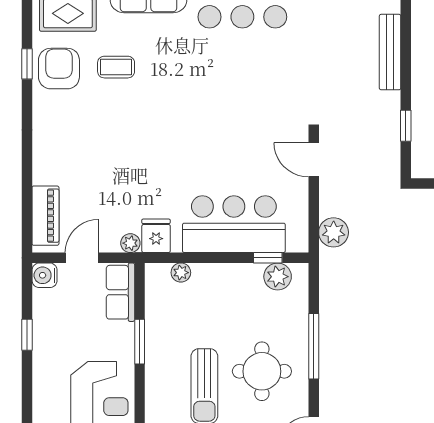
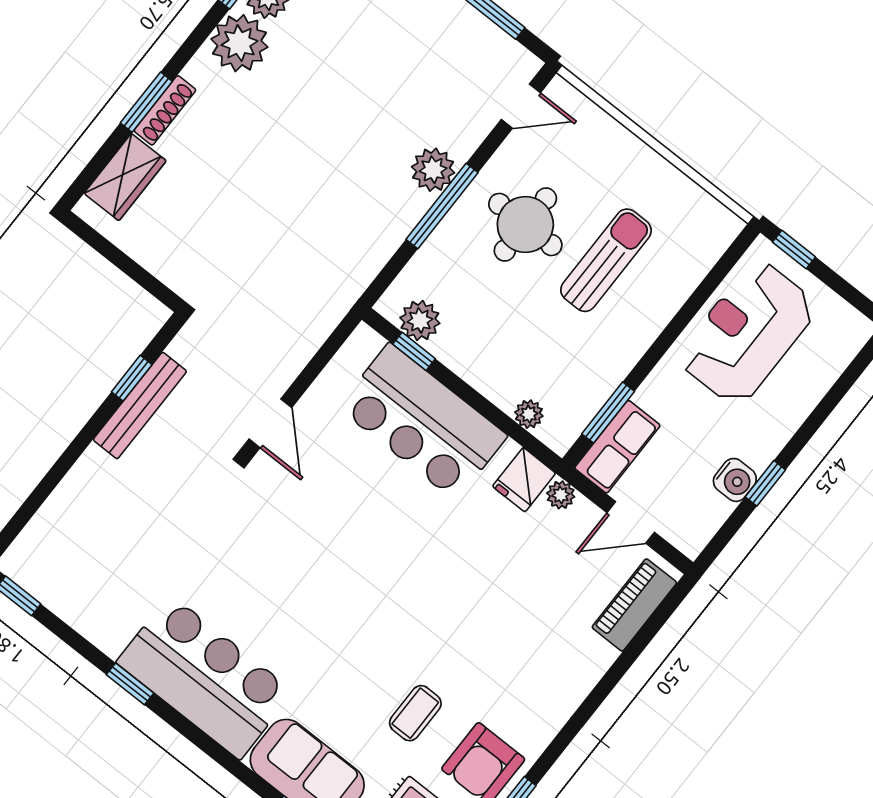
bench: (390, 52) -> (140, 406), moved
coffee table: (116, 67) -> (415, 713), turned 90
plant: (334, 232) -> (433, 170), moved
water cooler: (45, 275) -> (735, 480), moved
window: (140, 342) -> (608, 413), moved

